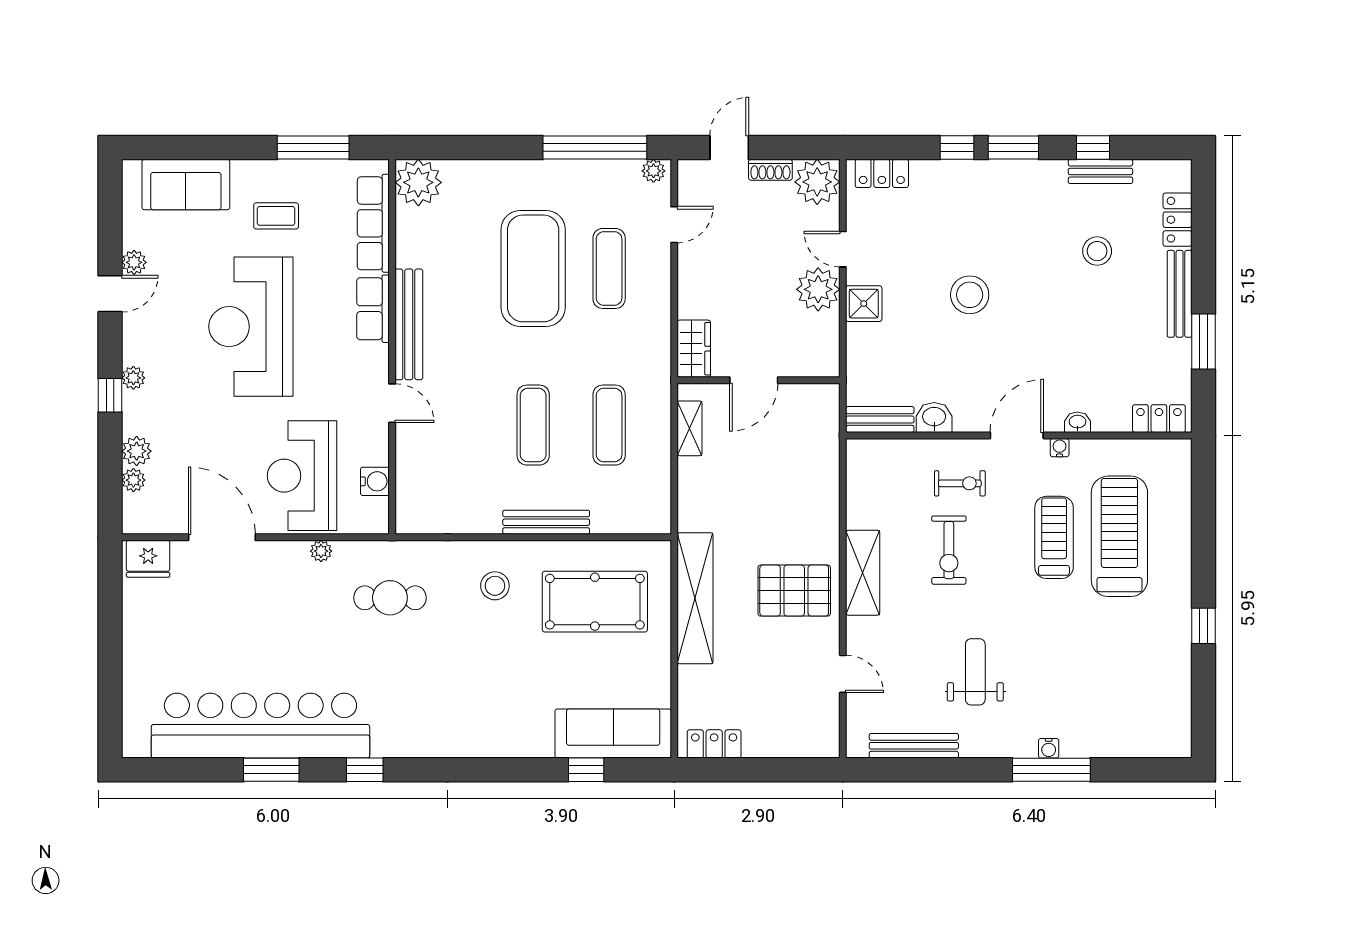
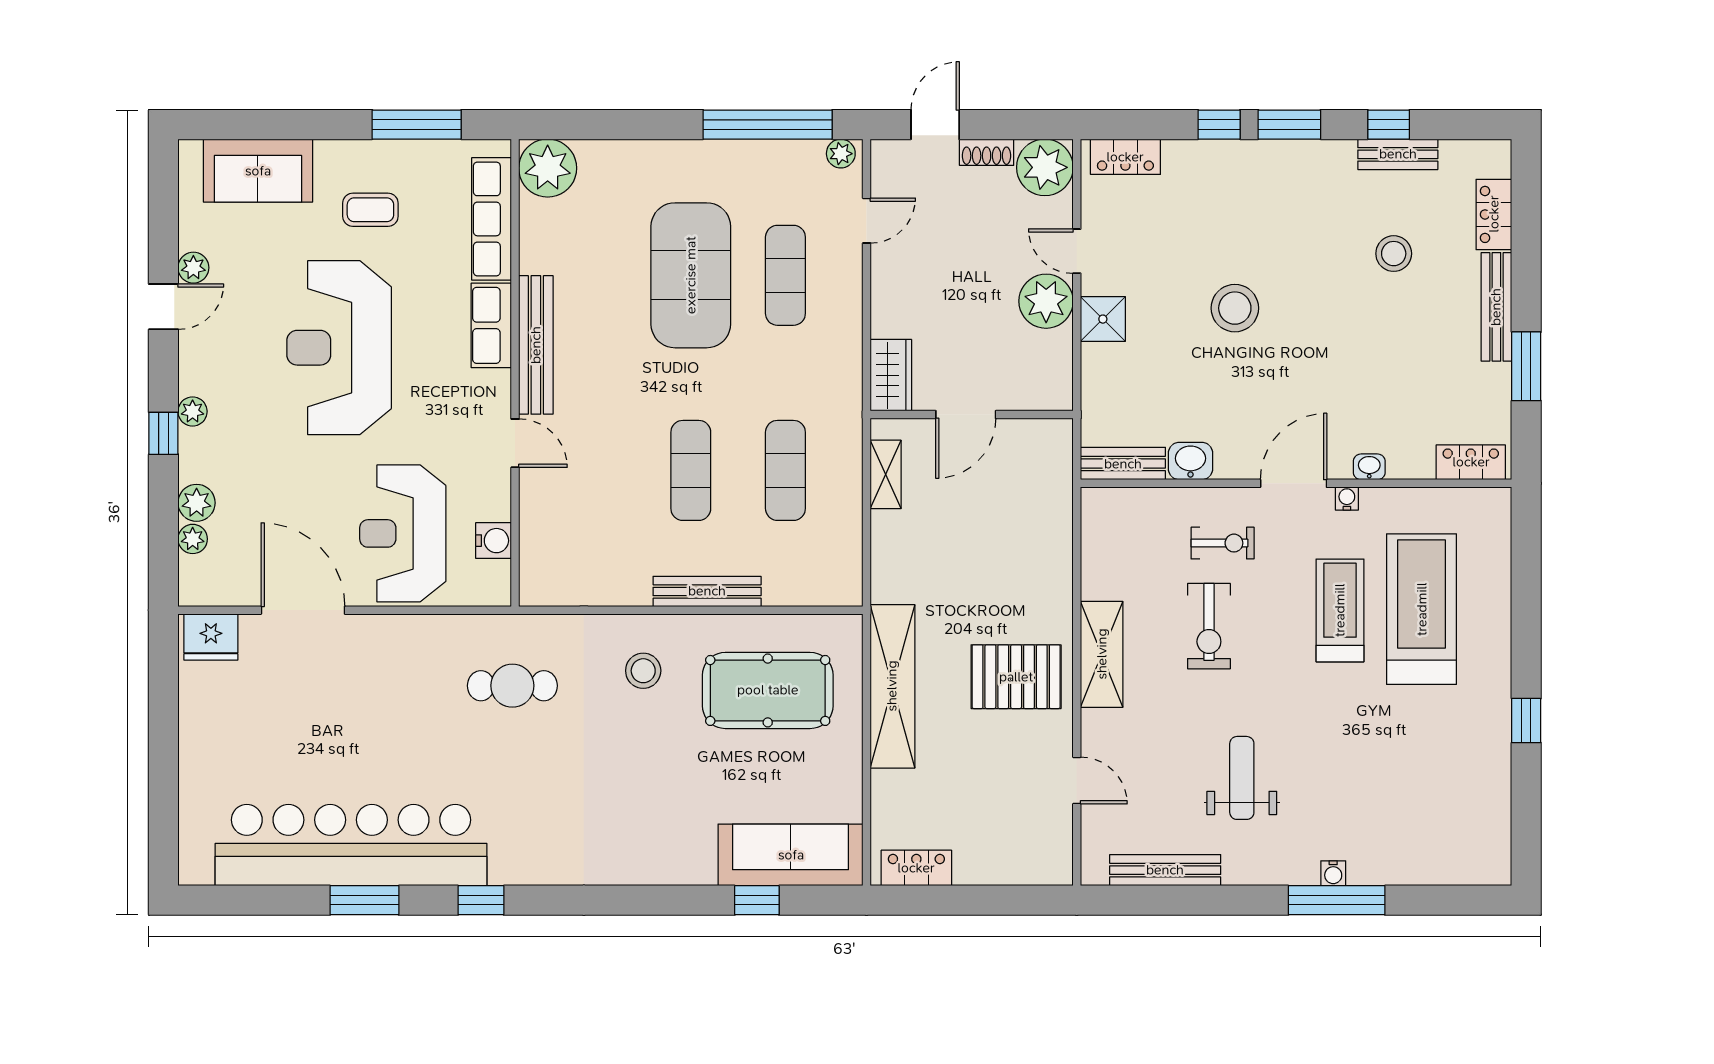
plant: (321, 551) -> (426, 627), removed

